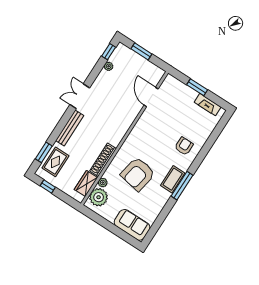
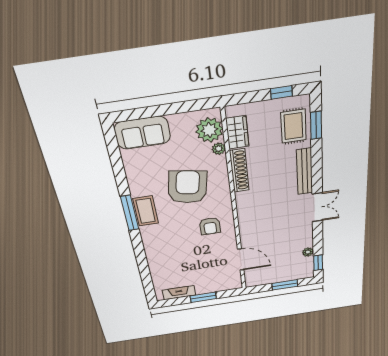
armchair: (184, 146) -> (210, 226), moved

